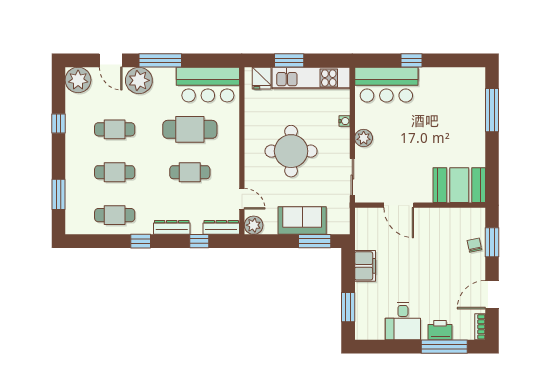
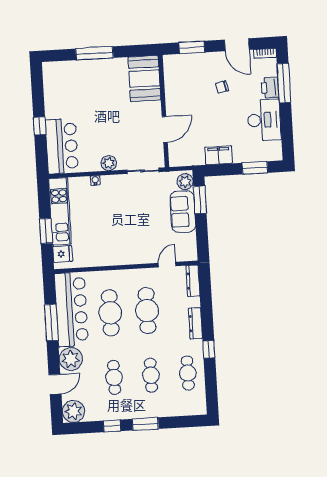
window: (160, 60) -> (51, 322), moved
bar counter: (208, 85) -> (71, 309), width x1.36
window: (492, 110) -> (94, 53), moved
round table: (291, 151) -> (124, 225), removed
cafe table: (190, 172) -> (147, 311), width x1.37, depth x1.35
window: (59, 194) -> (145, 424), moved
plant: (254, 225) -> (185, 182), moved
window: (199, 241) -> (206, 299), removed
chair: (474, 245) -> (222, 87), moved
desk: (403, 321) -> (264, 120), width x1.37

